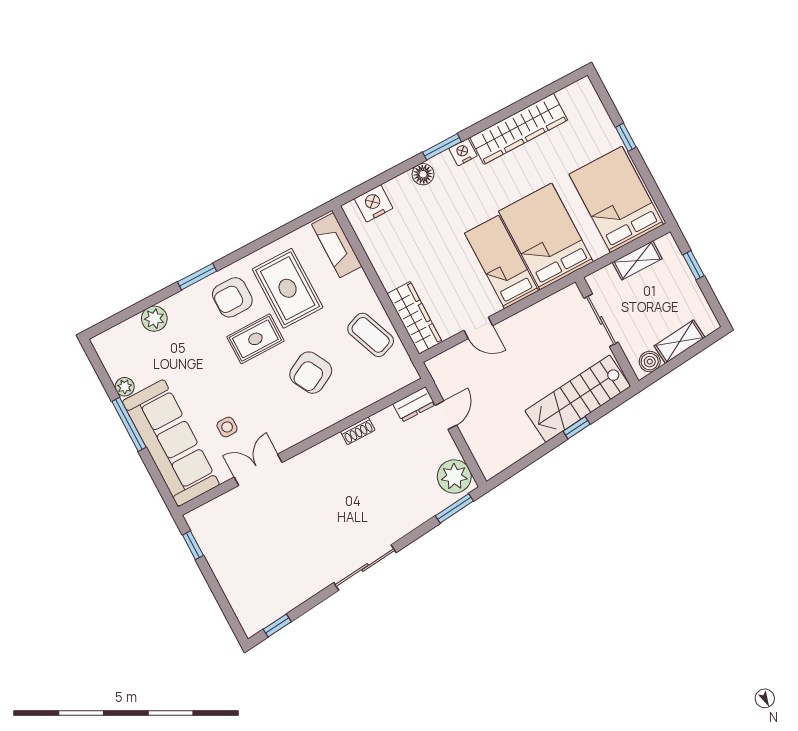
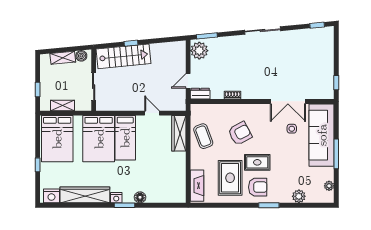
nightstand: (374, 203) -> (51, 196), moved
plant: (125, 387) -> (329, 186), moved
double door: (258, 470) -> (288, 101), width x1.37

